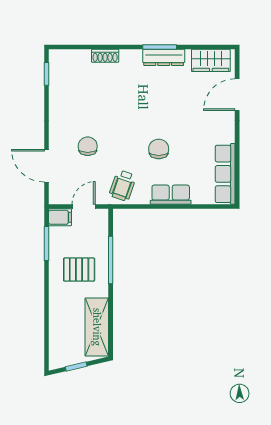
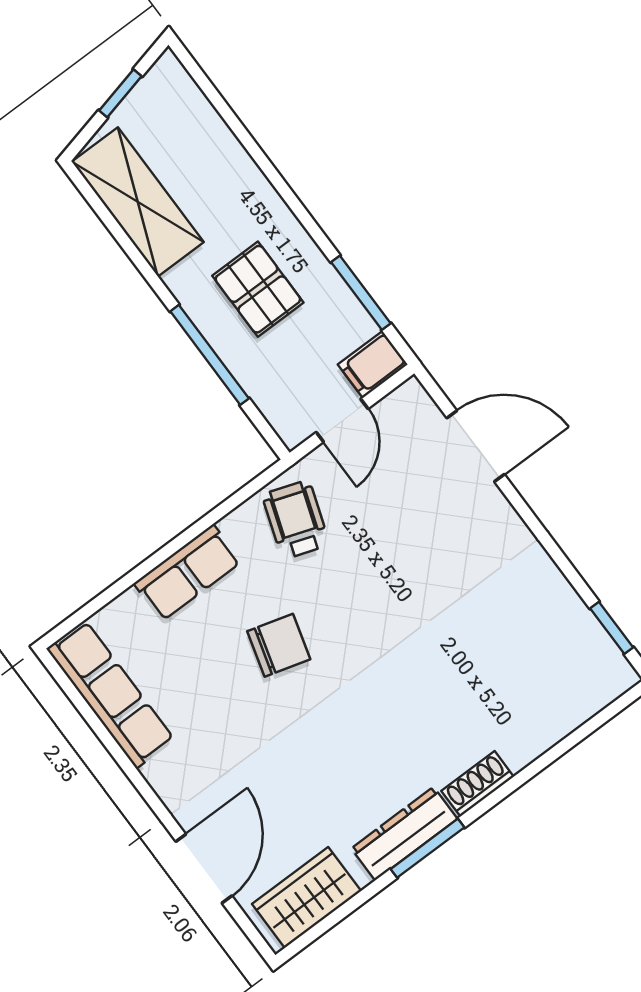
shoe rack: (105, 56) -> (478, 784), moved
chair: (88, 146) -> (423, 546), removed
chair: (159, 149) -> (279, 645), turned -74
pallet: (79, 270) -> (258, 289), turned 90

